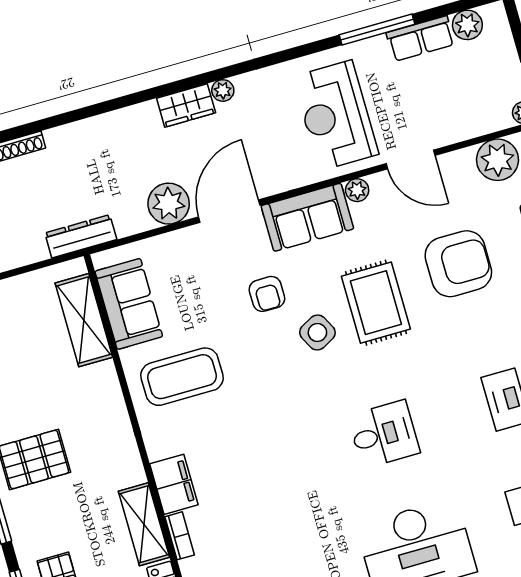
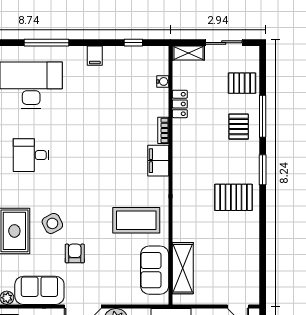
shelving: (144, 524) -> (182, 143), removed

